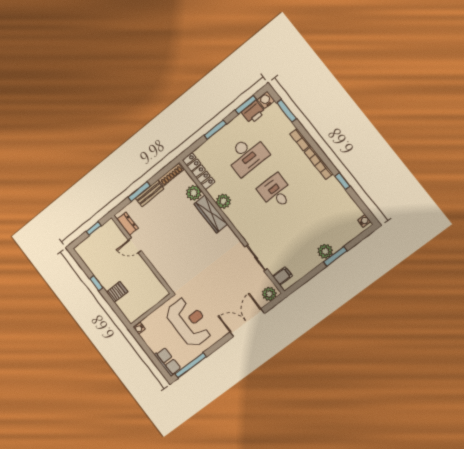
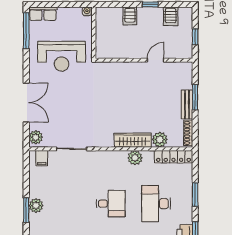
dresser: (127, 224) -> (177, 68), removed
server rack: (93, 260) -> (171, 16), added

